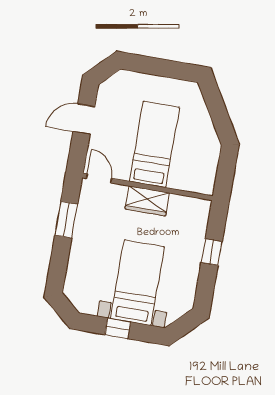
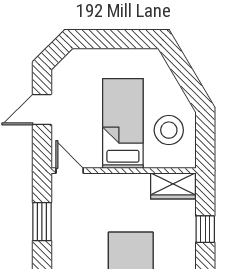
stool: (195, 157) -> (169, 130), added
wardrobe: (147, 201) -> (173, 186), moved

